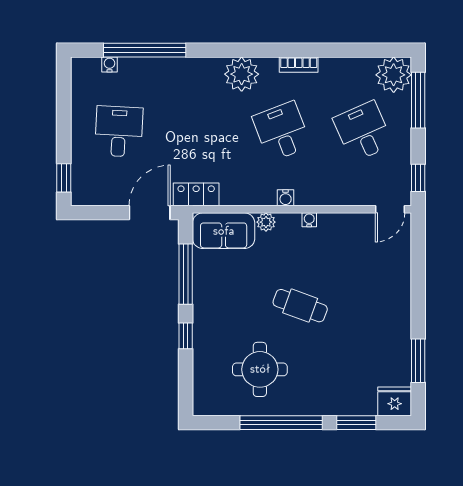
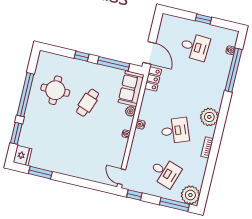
desk: (363, 131) -> (165, 172), turned 42
window: (64, 178) -> (203, 19), moved
cafe table: (300, 306) -> (88, 103), moved

